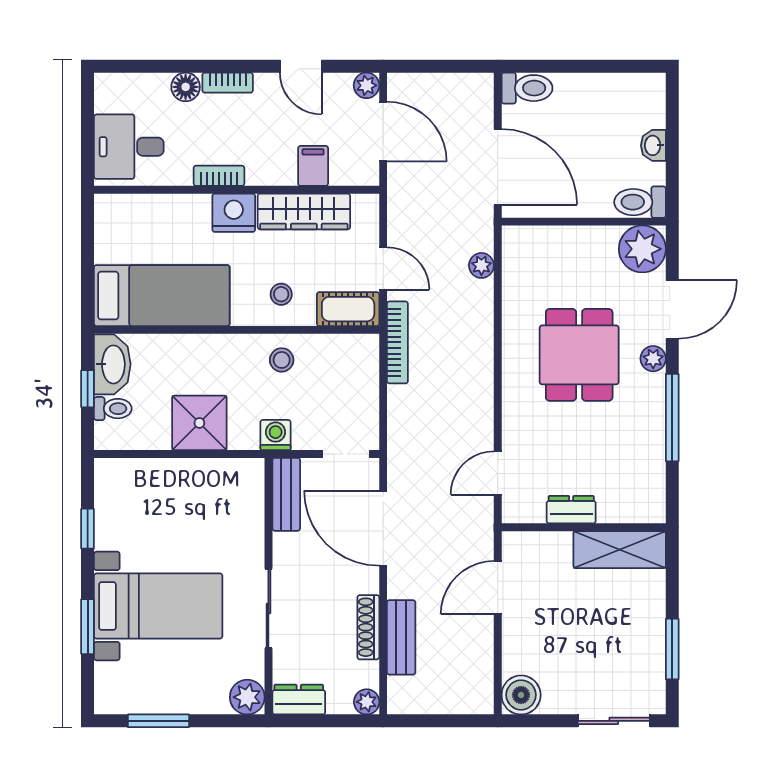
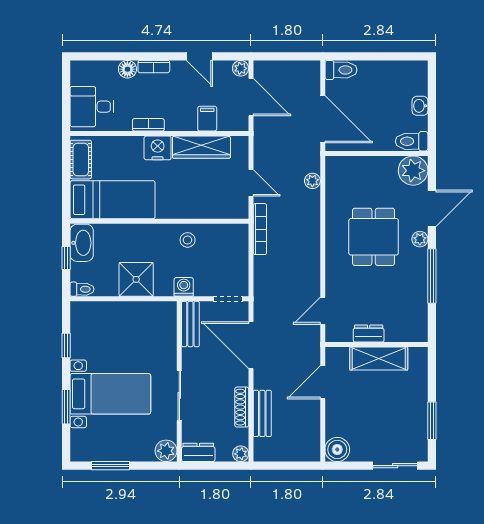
stool: (281, 294) -> (187, 199), removed
cot: (348, 309) -> (81, 160), moved, turned 90
toilet: (113, 409) -> (82, 289), moved
shelving: (620, 550) -> (379, 359), moved

